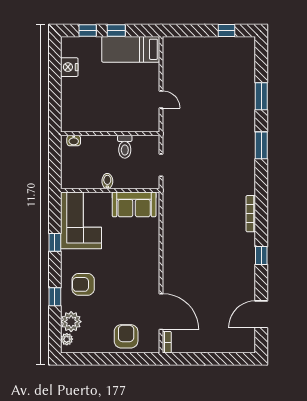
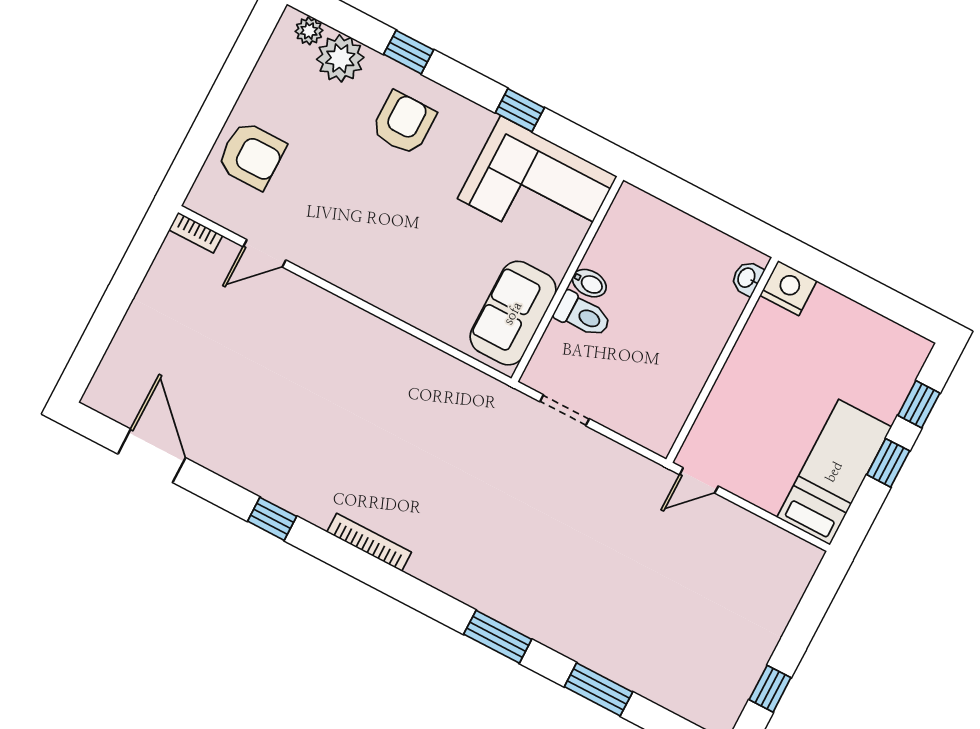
nightstand: (69, 67) -> (788, 288), moved
wall: (110, 134) -> (722, 360), moved
washbasin: (74, 141) -> (747, 278), moved
toilet: (125, 147) -> (583, 315), moved, turned 180
door: (161, 312) -> (265, 253), width x0.53

